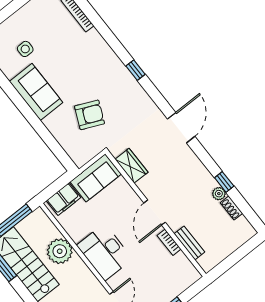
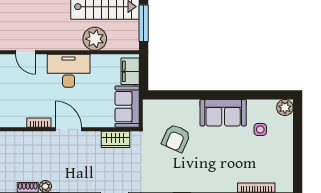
bench: (189, 243) -> (27, 137), removed

